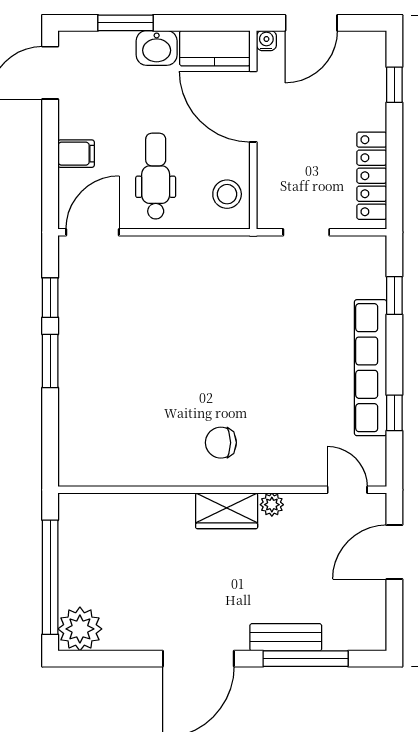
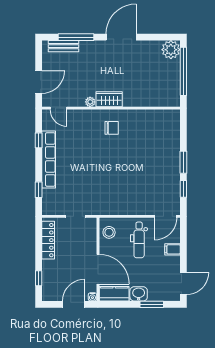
bench: (286, 637) -> (64, 46), moved

